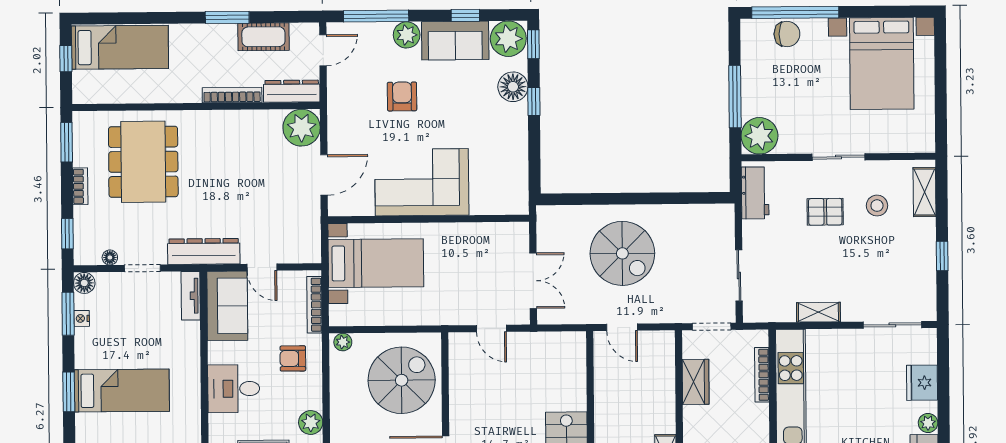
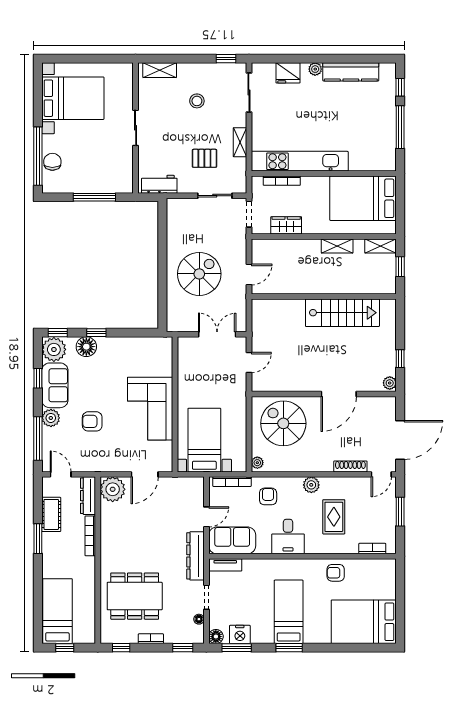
plant: (759, 136) -> (121, 181), removed
window: (67, 142) -> (121, 648), width x0.67
door: (324, 175) -> (145, 474), swing flipped
stool: (877, 206) -> (197, 101), moved
pallet: (825, 212) -> (204, 158), moved, turned 90
window: (942, 256) -> (226, 59), moved
nightstand: (82, 318) -> (240, 634), width x1.89, depth x1.79
armchair: (293, 358) -> (268, 496), turned 180

